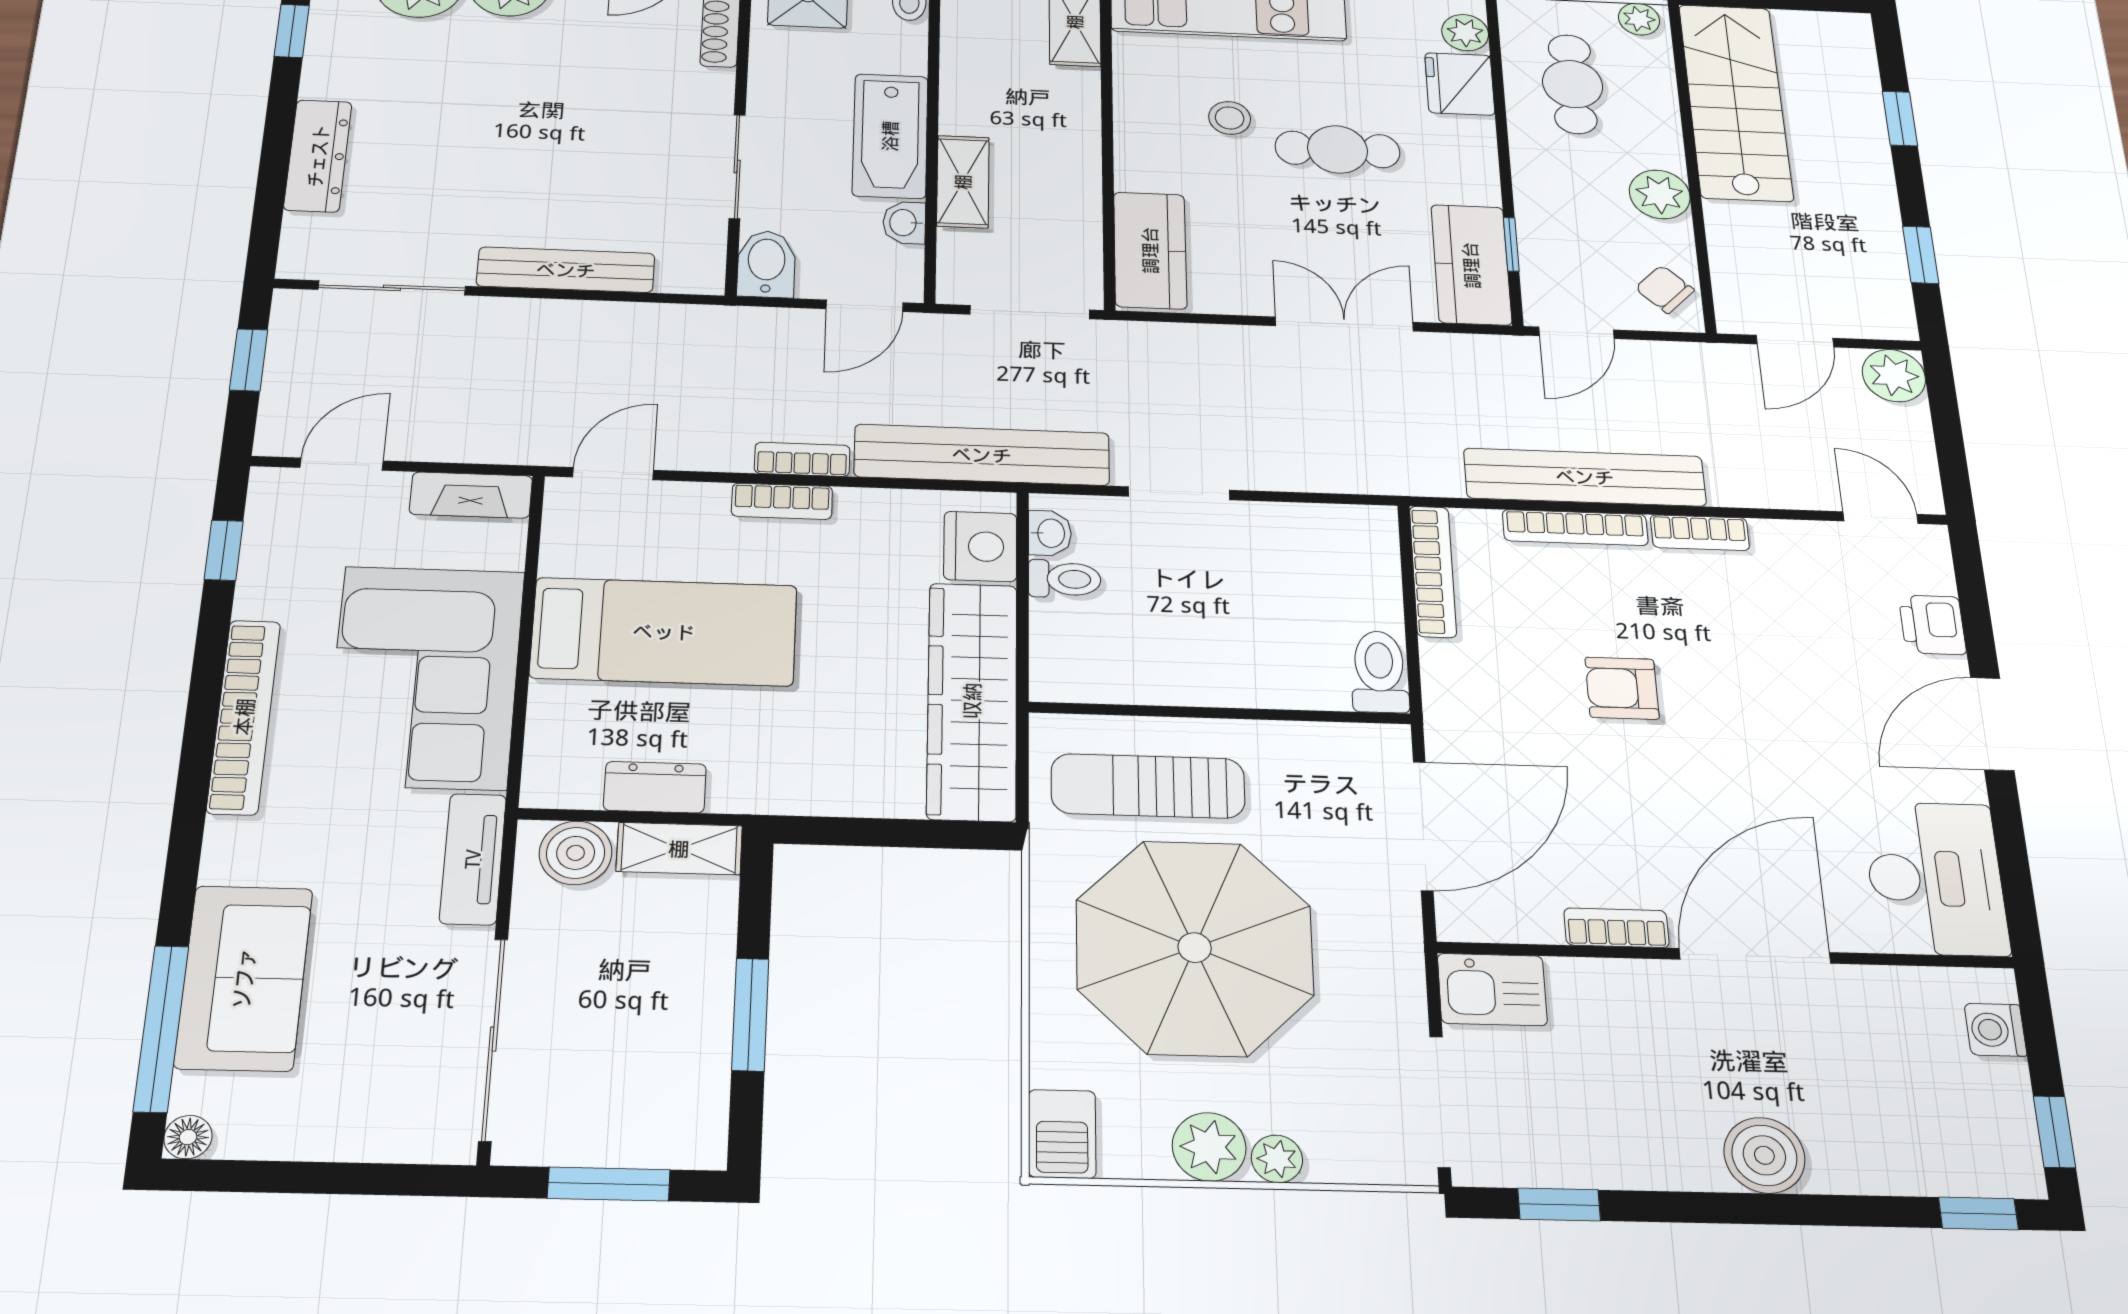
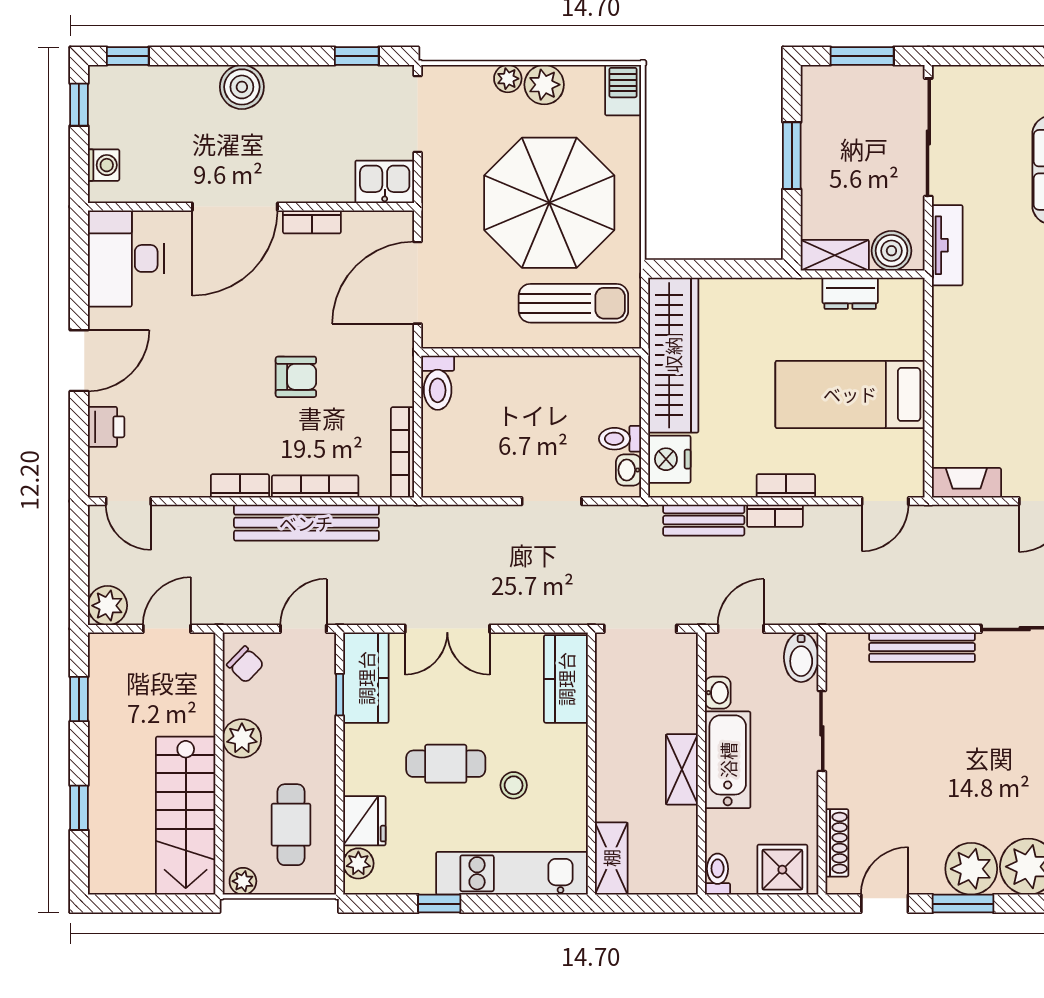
shelving: (963, 182) -> (682, 769), moved
bench: (982, 455) -> (704, 520), width x0.54, depth x0.82
corner sofa: (425, 677) -> (983, 360), removed

